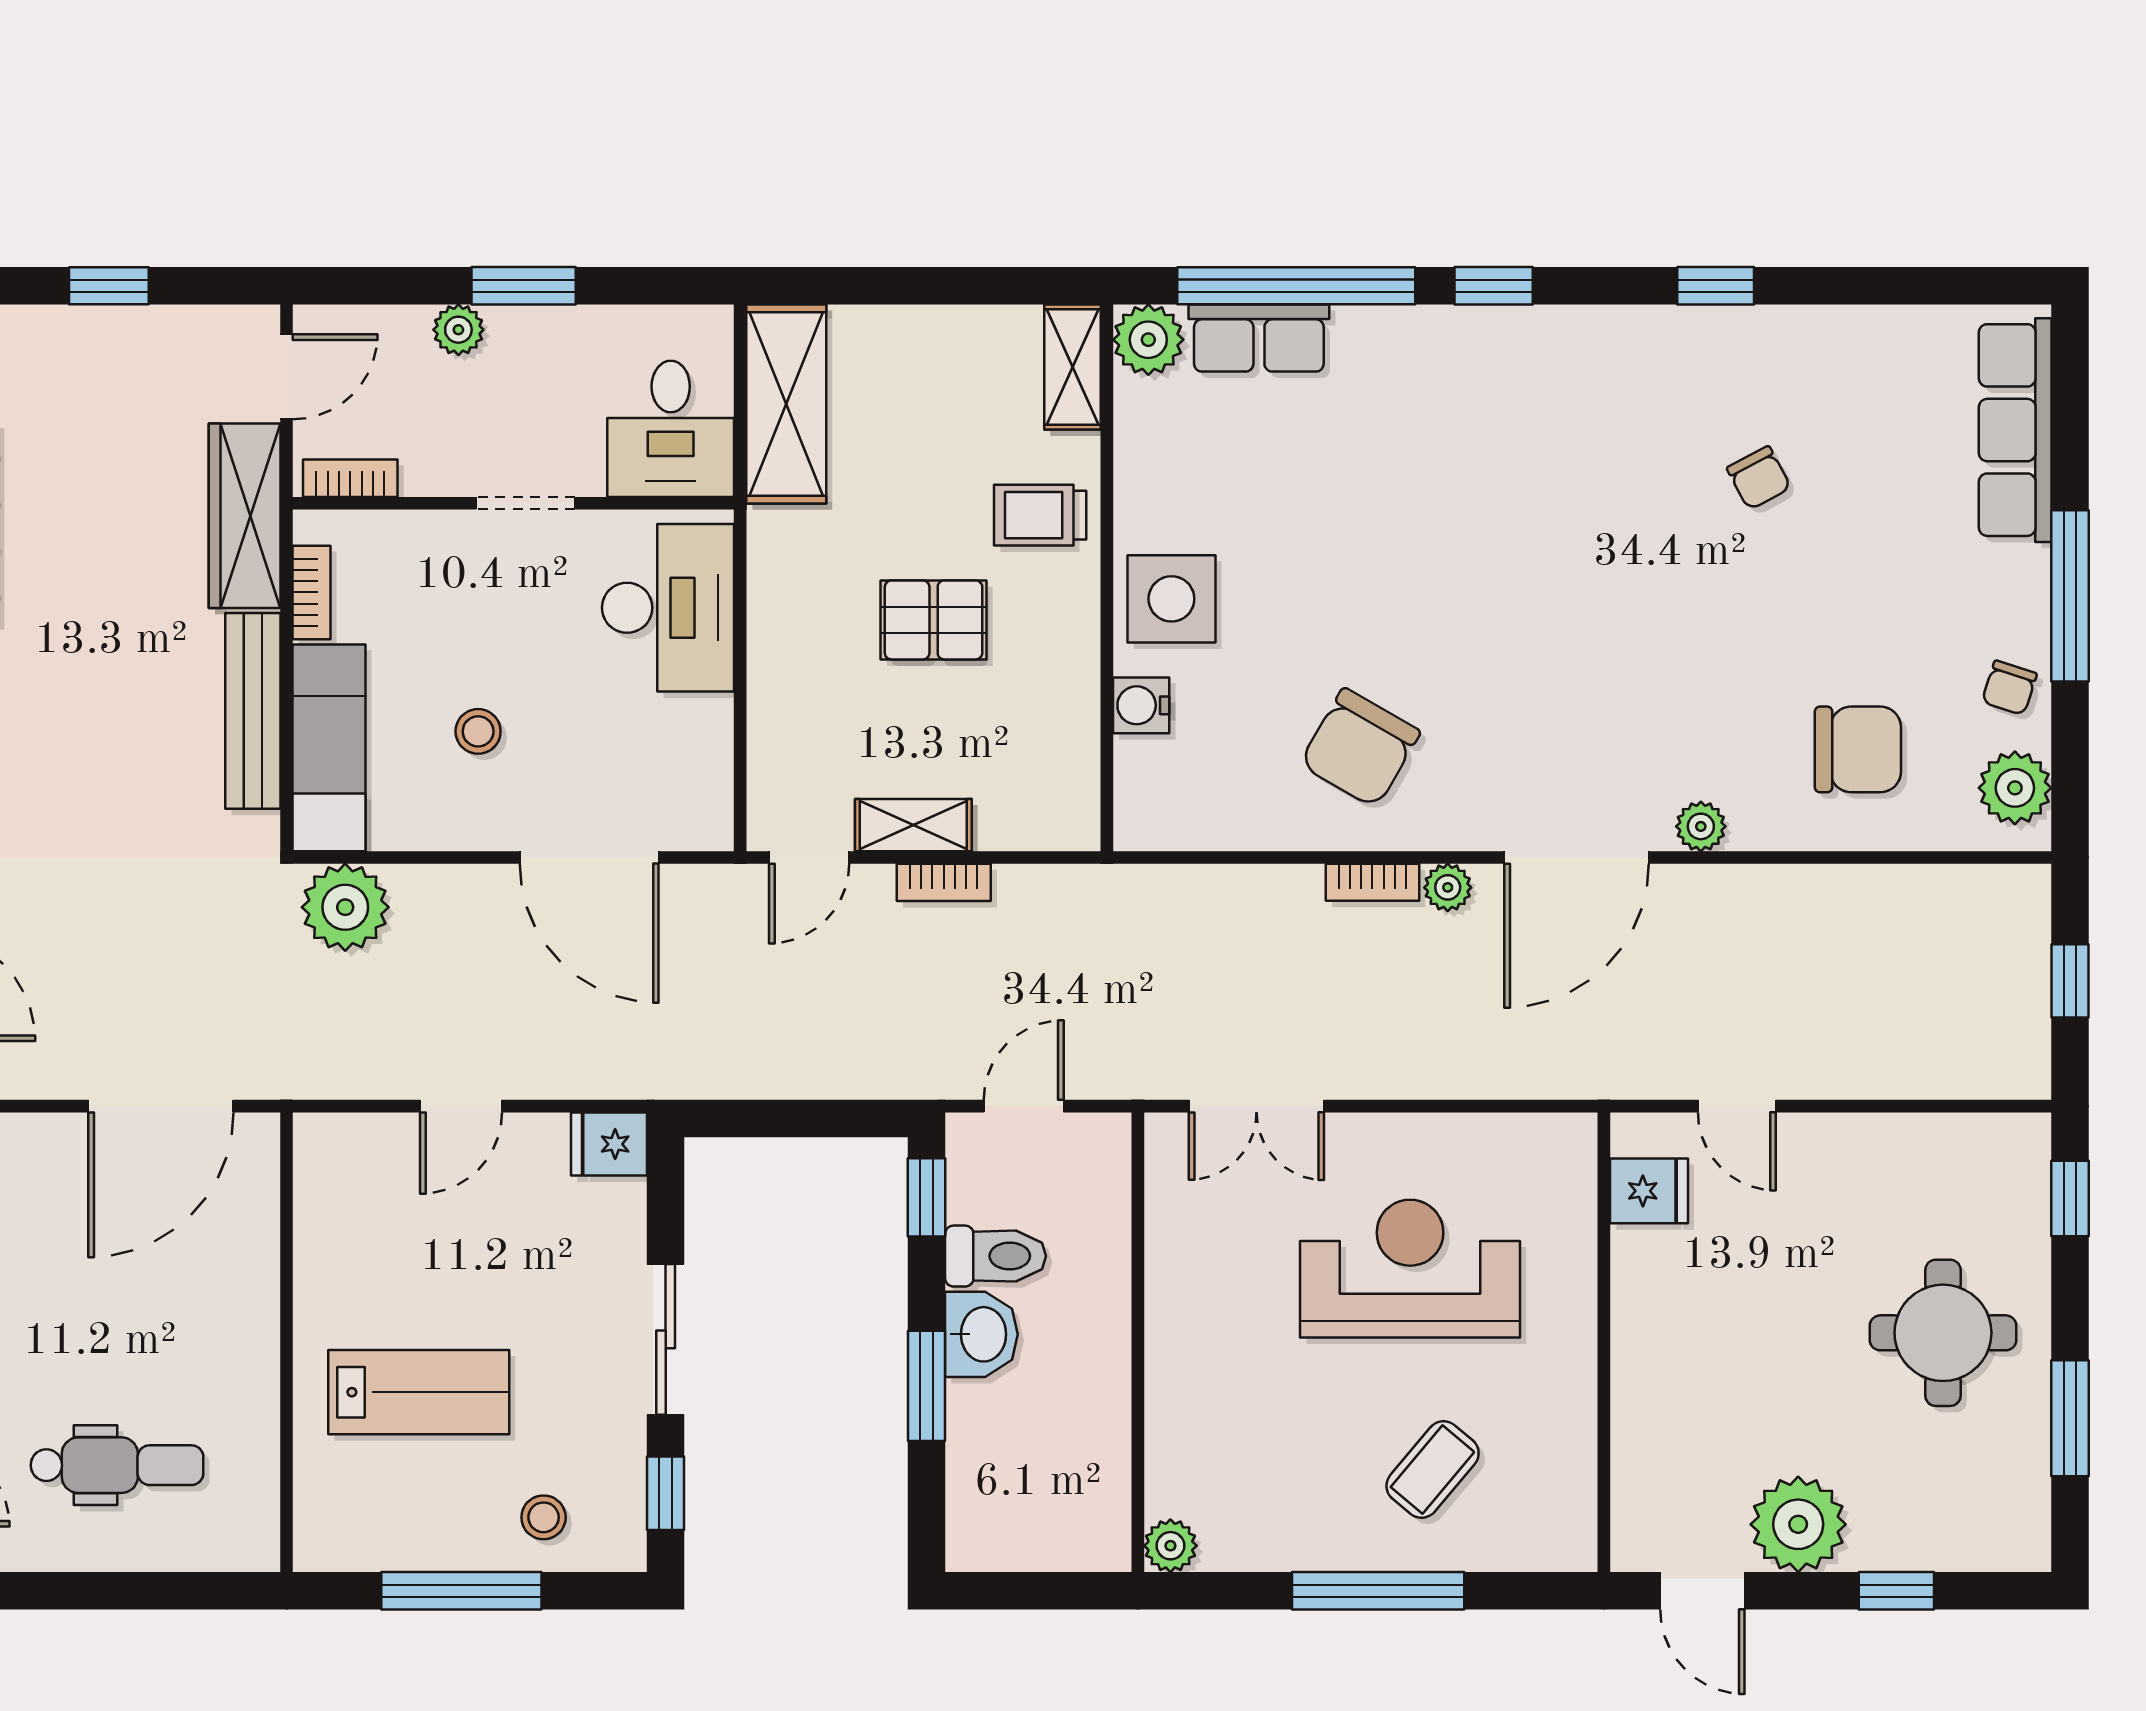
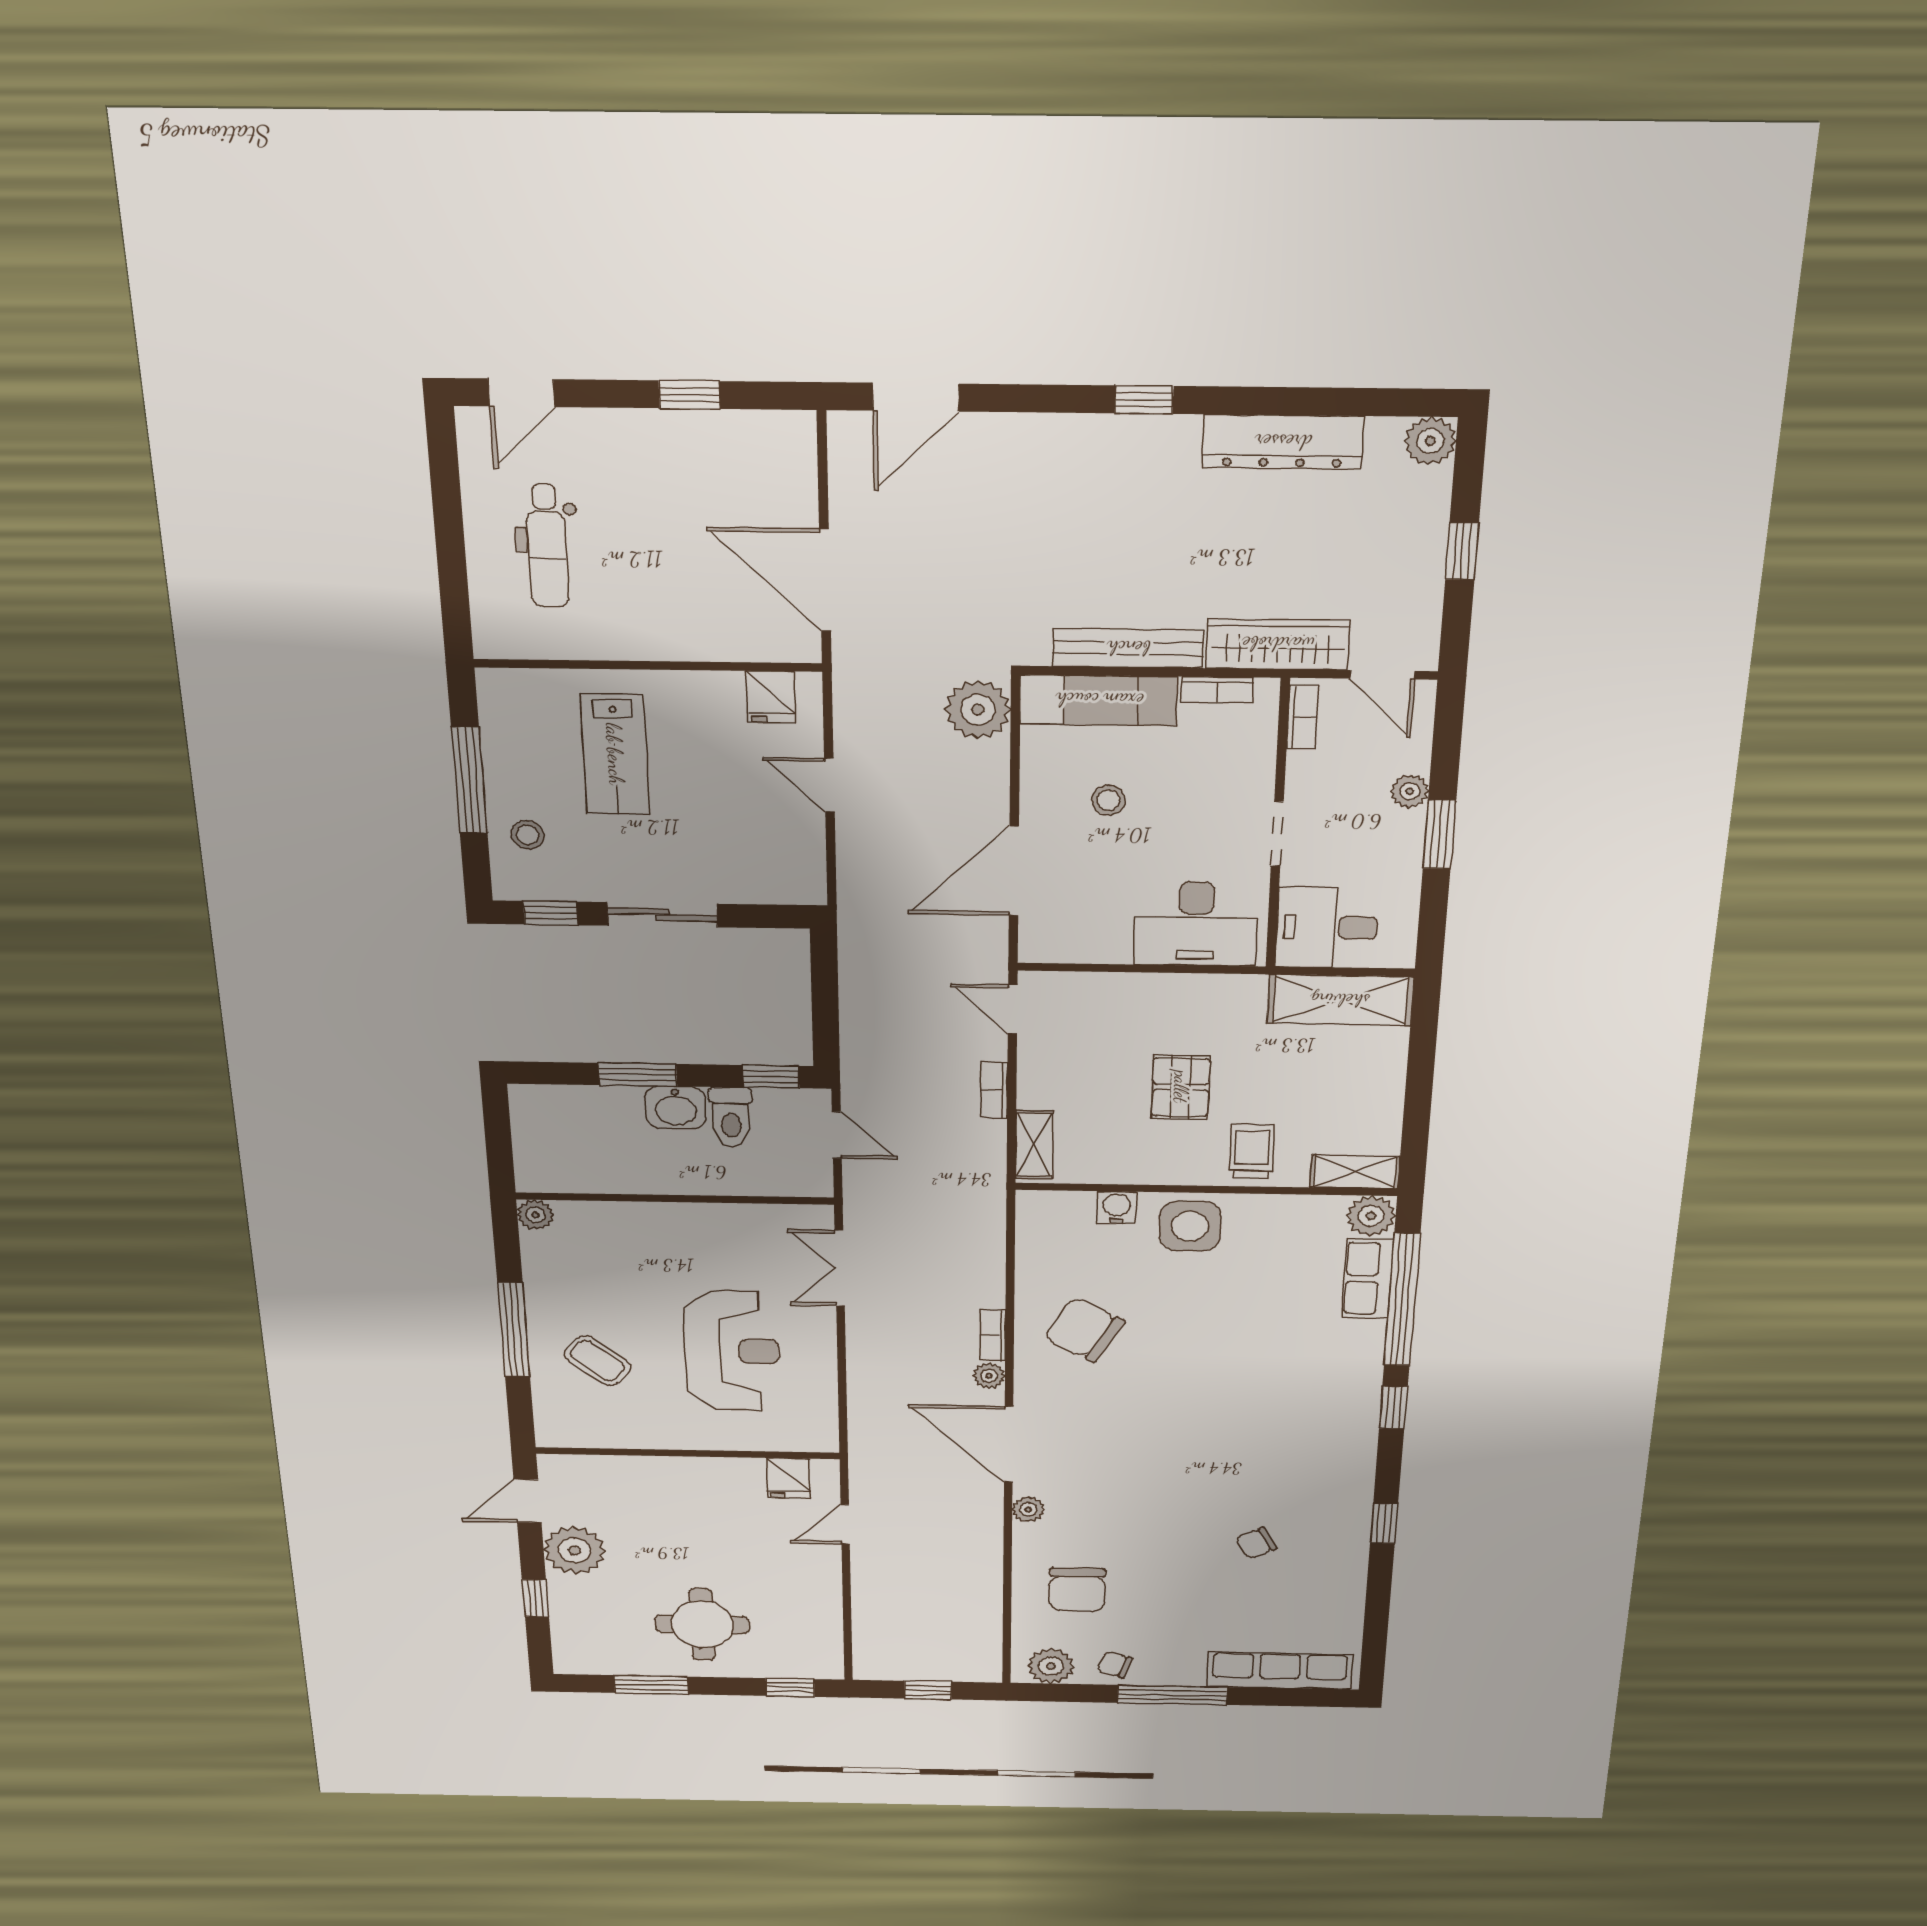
shelving: (913, 825) -> (1034, 1145), moved
fridge: (609, 1144) -> (771, 697), moved, turned 180

